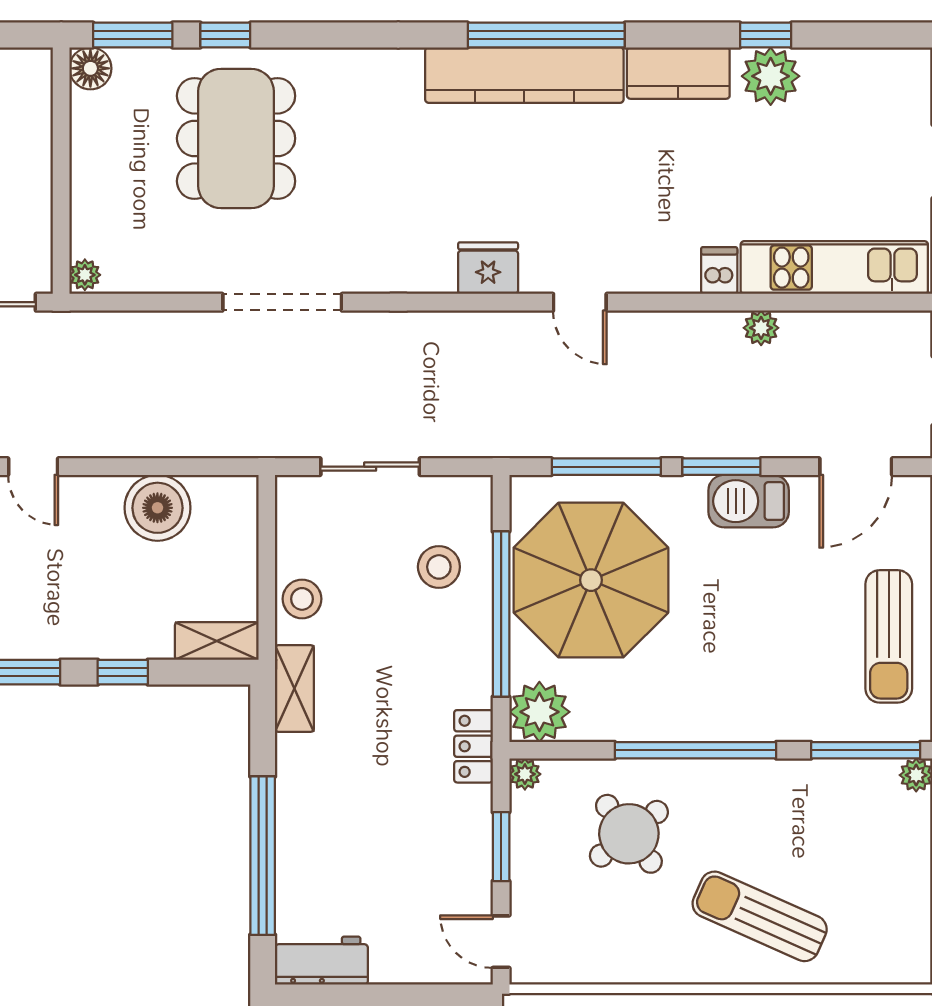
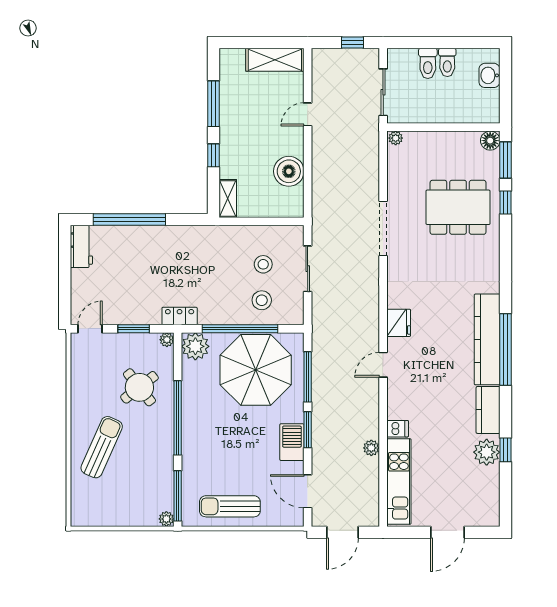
stool: (302, 599) -> (263, 264), moved
shelving: (294, 688) -> (206, 234), removed

